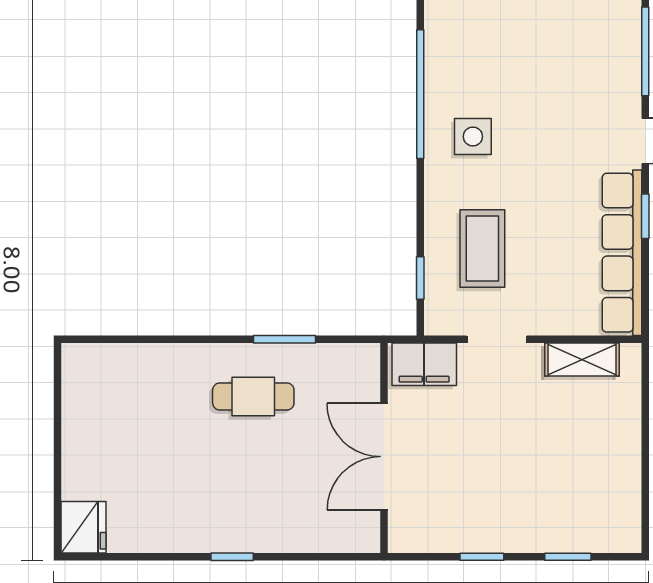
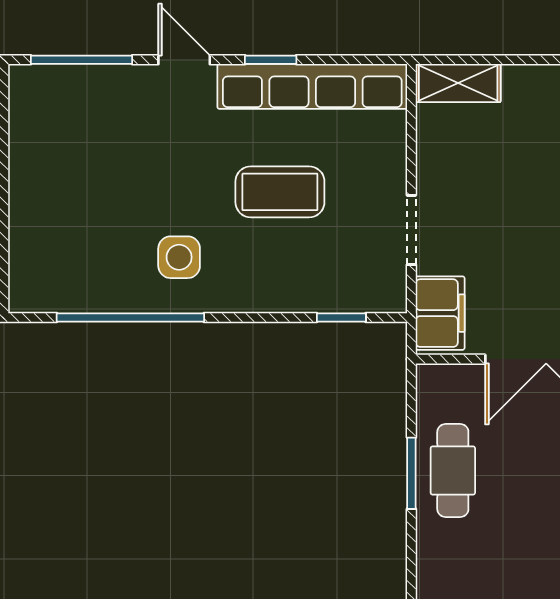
coffee table: (482, 249) -> (280, 192), moved
shelving: (582, 360) -> (458, 83), moved, turned 90
cafe table: (253, 397) -> (453, 470), moved

